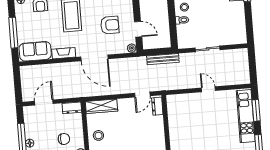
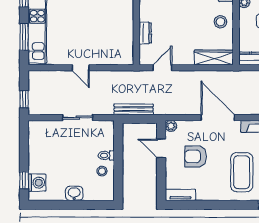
window: (252, 60) -> (24, 99), added
dresser: (157, 106) -> (145, 33), moved

